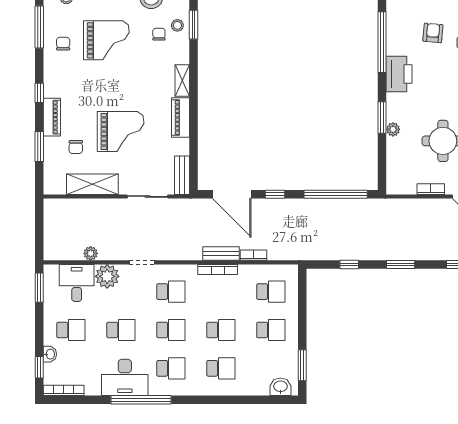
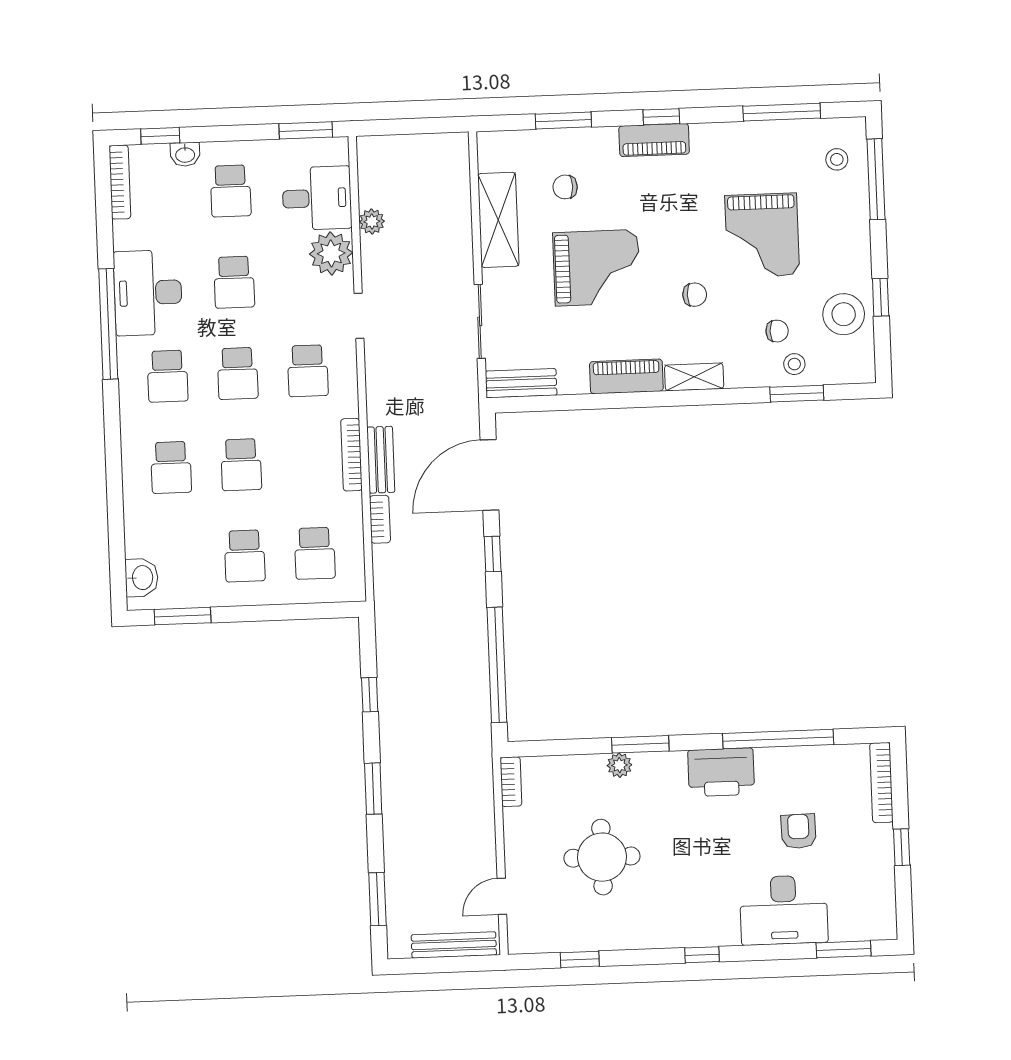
armchair: (433, 33) -> (799, 831), turned -96
chair: (63, 44) -> (695, 295), moved
piano: (52, 117) -> (654, 140), moved
grand piano: (121, 131) -> (597, 268), turned -90
bookcase: (431, 189) -> (511, 782), moved

